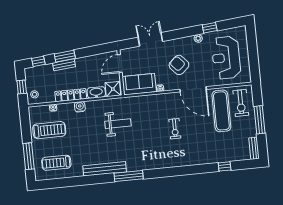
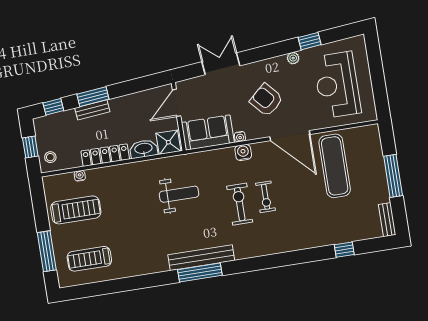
exercise bike: (241, 103) -> (240, 204), moved, turned 180
water cooler: (80, 107) -> (243, 152), moved
bench: (105, 169) -> (201, 258), moved

